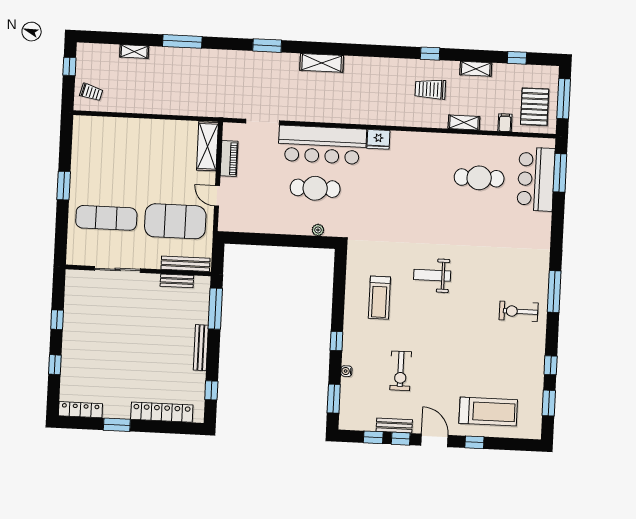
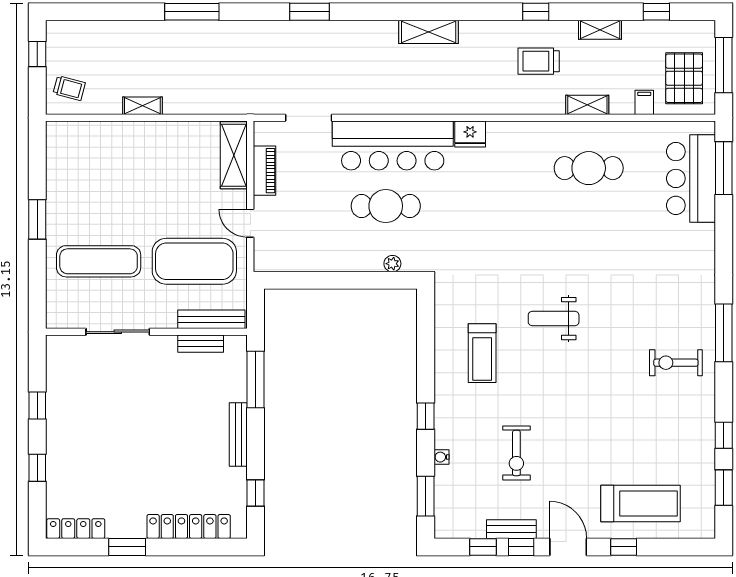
shelving: (134, 51) -> (142, 106), moved
shelving: (322, 63) -> (429, 32), moved
cafe table: (479, 178) -> (589, 168), moved

